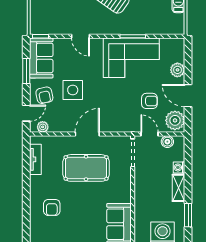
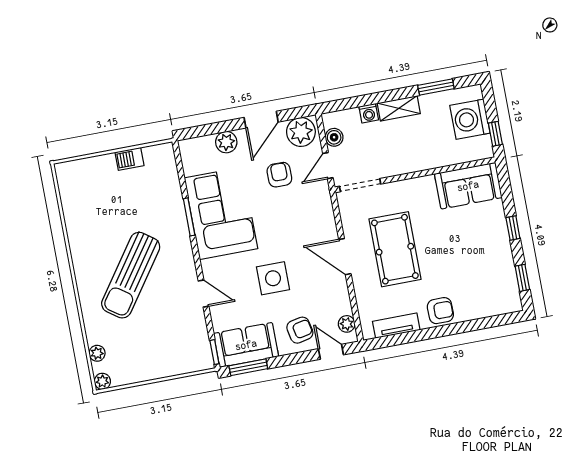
door: (80, 36) -> (203, 294), hinge flipped
window: (26, 71) -> (248, 367), moved
side table: (73, 90) -> (273, 278), moved
armchair: (52, 207) -> (440, 311), moved

